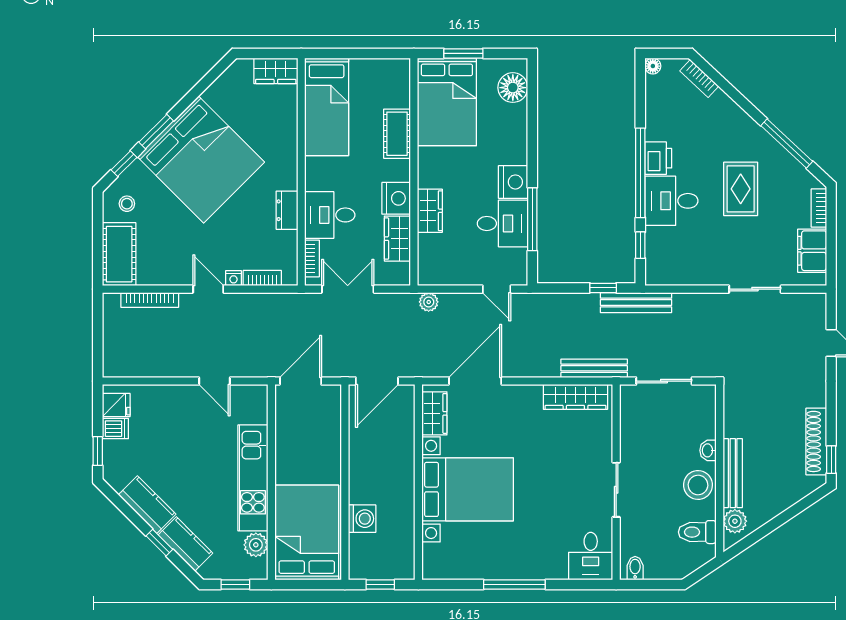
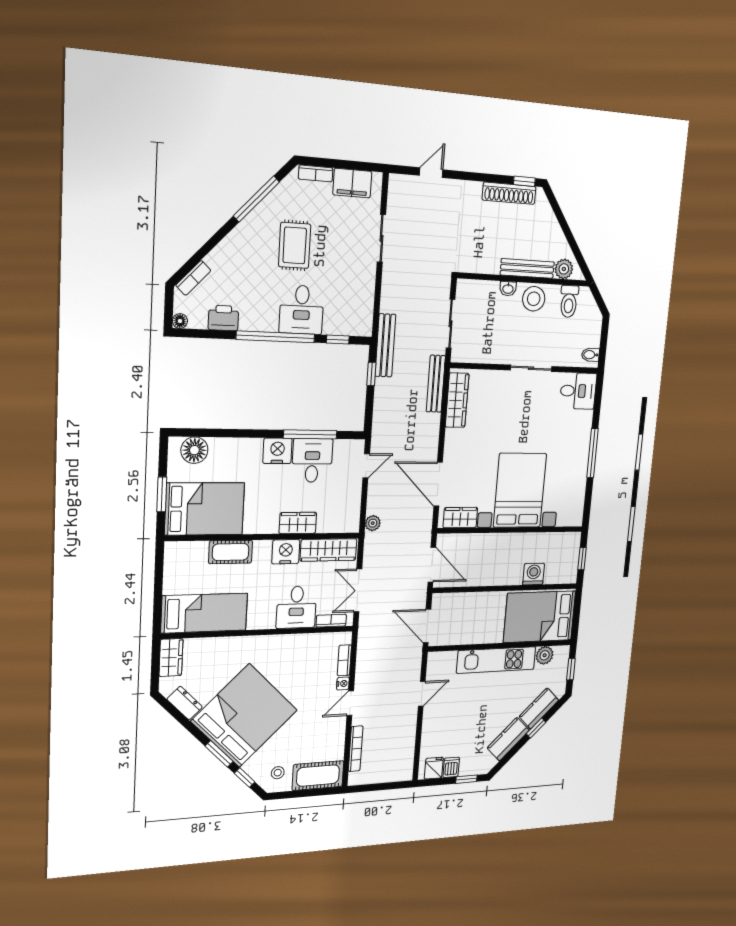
printer: (658, 158) -> (223, 318), moved
rug: (741, 189) -> (295, 245), turned 90
dresser: (287, 210) -> (185, 703), moved, turned -135
wardrobe: (397, 239) -> (329, 550), width x1.50

